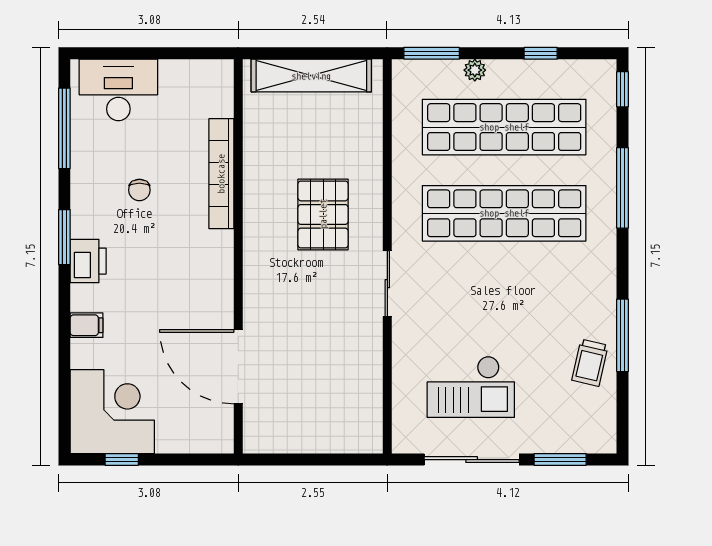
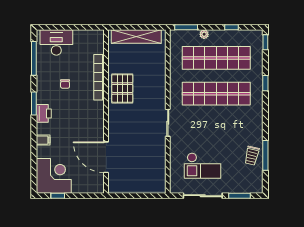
window: (623, 188) -> (265, 83), width x0.46
pallet: (323, 214) -> (122, 88), moved
window: (623, 335) -> (265, 155), moved

